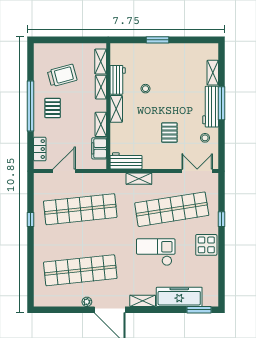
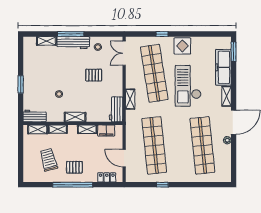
workbench: (118, 80) -> (35, 116), moved
checkout: (156, 252) -> (188, 86), width x1.36, depth x1.21

